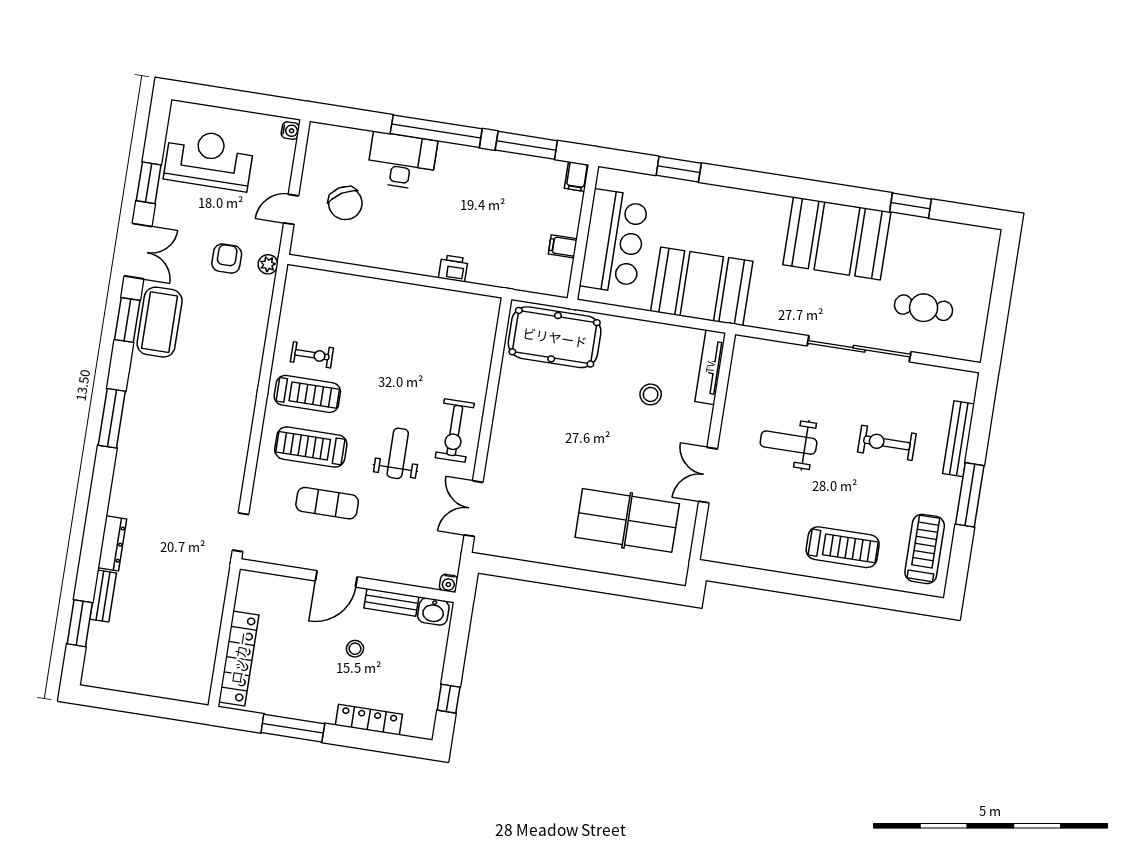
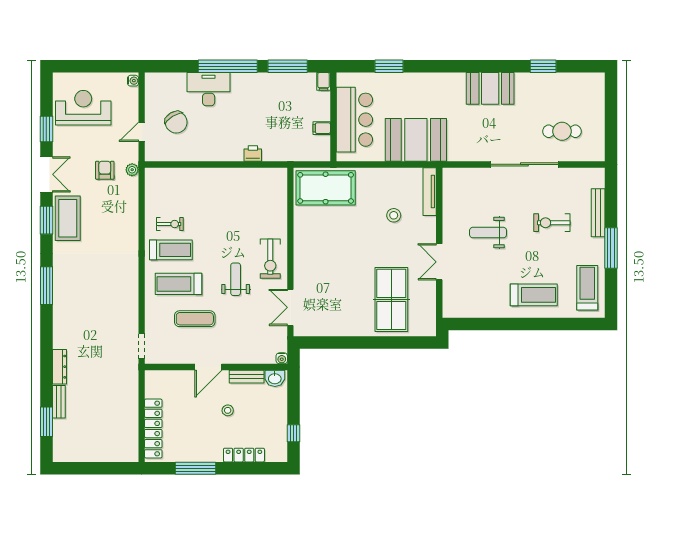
booth: (837, 238) -> (490, 88), width x0.73, depth x0.70
table tennis table: (627, 520) -> (391, 299), turned 90

